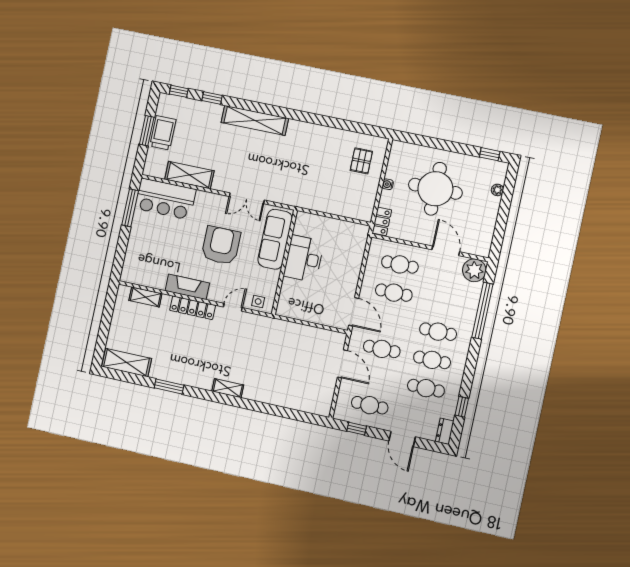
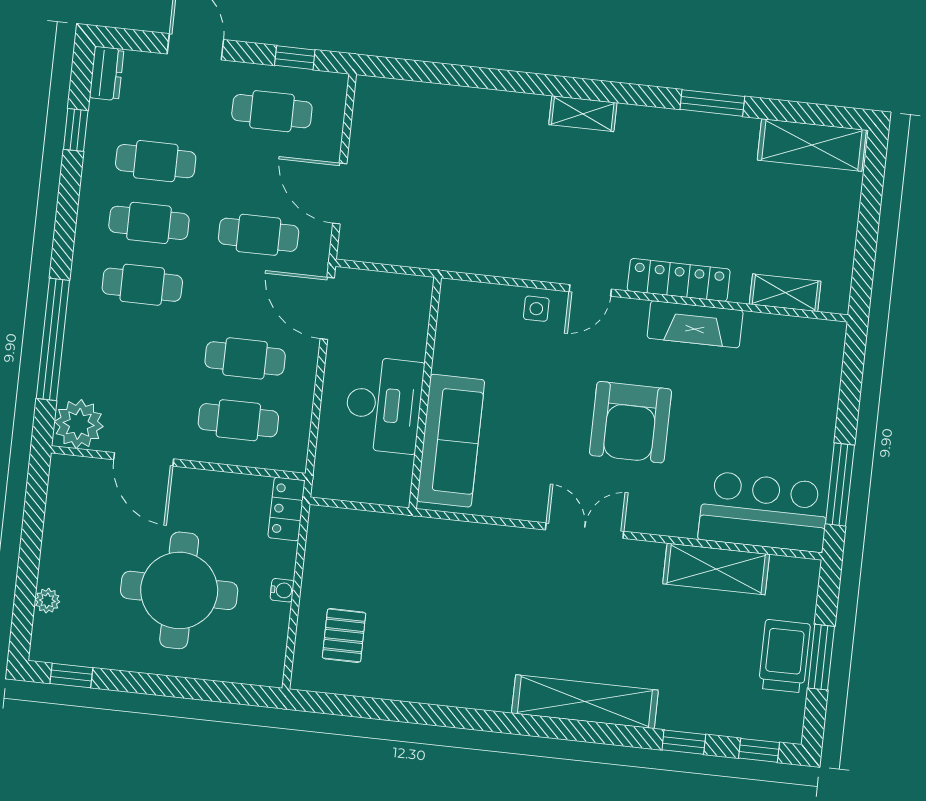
trolley: (163, 133) -> (784, 656), turned 180
sofa: (275, 239) -> (451, 441), moved
desk: (304, 259) -> (384, 405), moved
wall: (284, 262) -> (425, 393), moved

